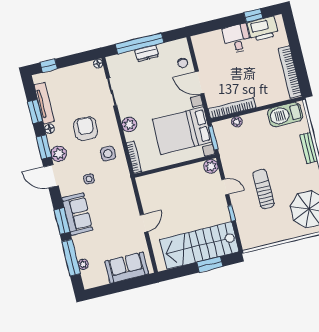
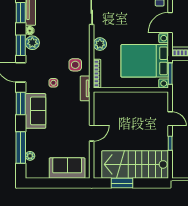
door: (200, 83) -> (170, 23), hinge flipped
armchair: (86, 129) -> (61, 38), removed
plant: (59, 154) -> (32, 43), moved
plant: (211, 166) -> (162, 98), removed
tv unit: (125, 177) -> (85, 88), added
window: (62, 221) -> (21, 103), moved
window: (210, 264) -> (122, 183), moved

